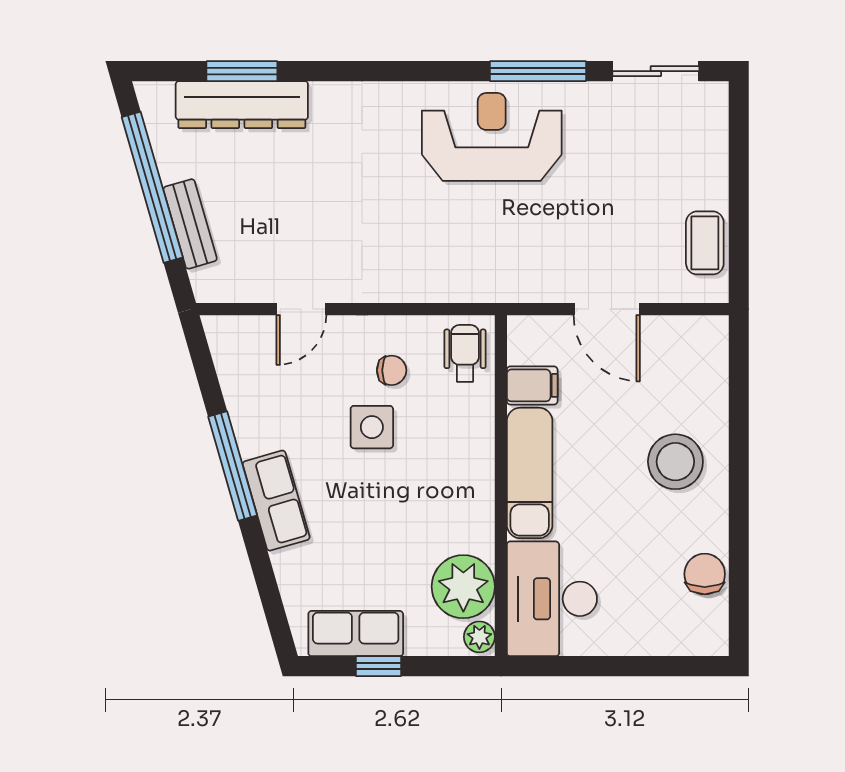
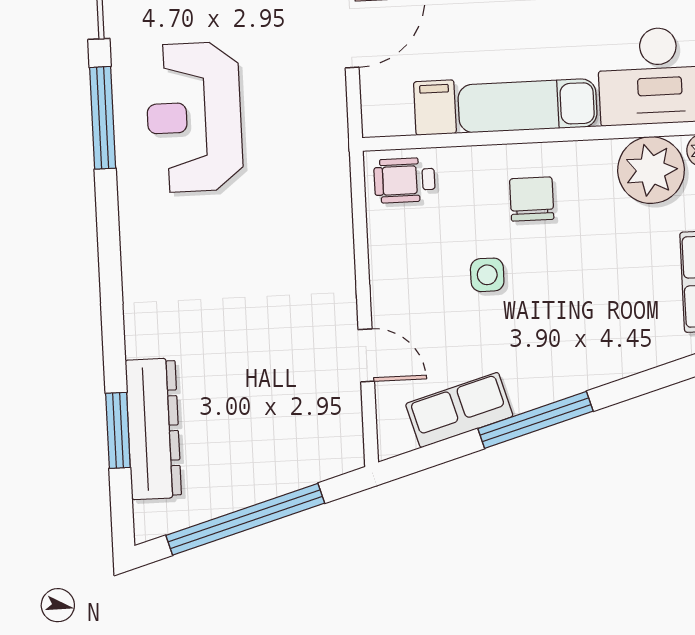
reception desk: (492, 137) -> (194, 117), moved
bench: (190, 224) -> (282, 477), removed
chair: (392, 370) -> (532, 199), moved, width x1.37, depth x1.37
side table: (372, 427) -> (487, 275), width x0.73, depth x0.73
row of seats: (276, 501) -> (459, 410), moved

